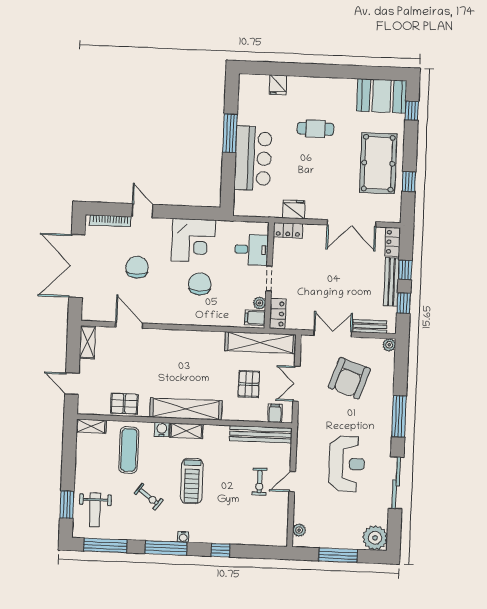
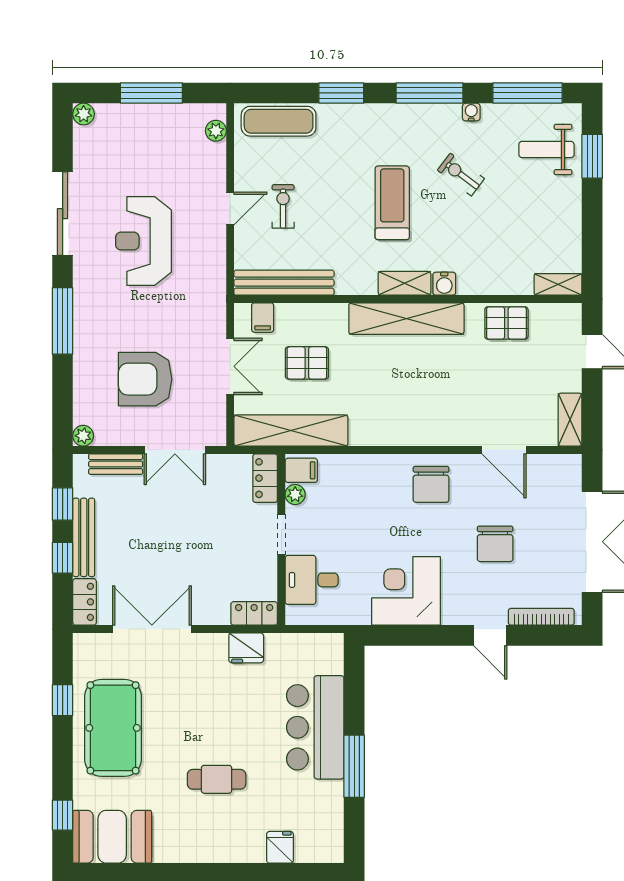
chair: (200, 284) -> (431, 484), moved
armchair: (349, 378) -> (145, 379), turned -109
pallet: (249, 384) -> (307, 363), turned 90
exercise mat: (129, 450) -> (279, 121), moved, turned 90
weight bench: (95, 510) -> (546, 150), turned -90
water cooler: (183, 537) -> (471, 112), moved
plant: (375, 538) -> (84, 114), width x0.53, depth x0.53
window: (221, 550) -> (341, 93), width x1.50

